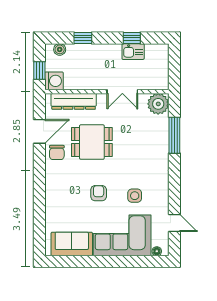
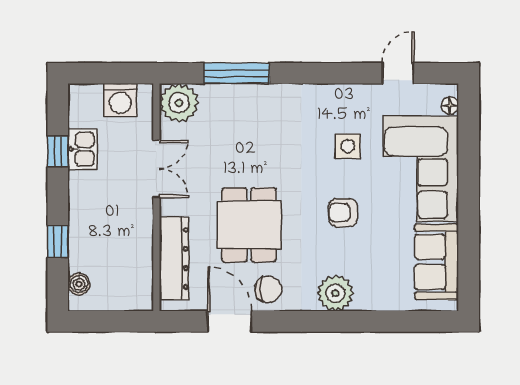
window: (39, 71) -> (118, 321), removed
washing machine: (54, 81) -> (120, 100), moved, turned 180
plant: (55, 189) -> (335, 293), added

